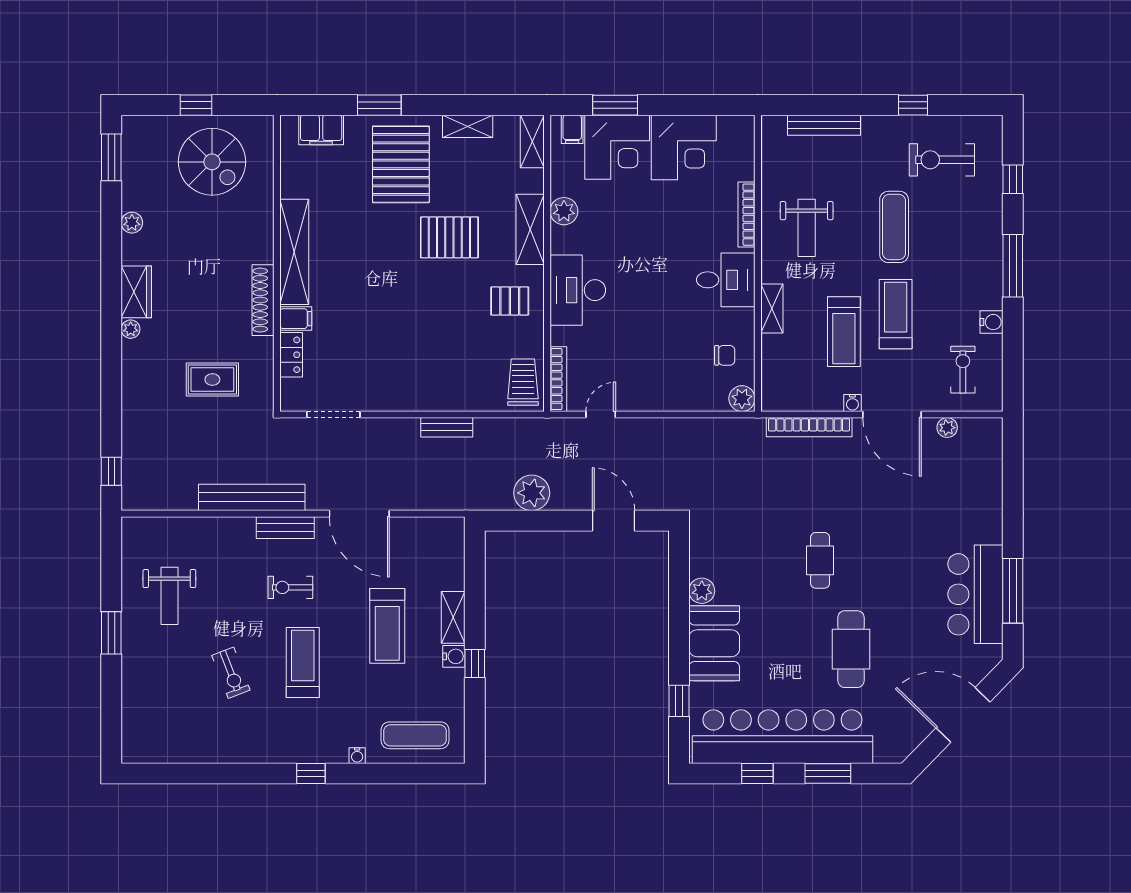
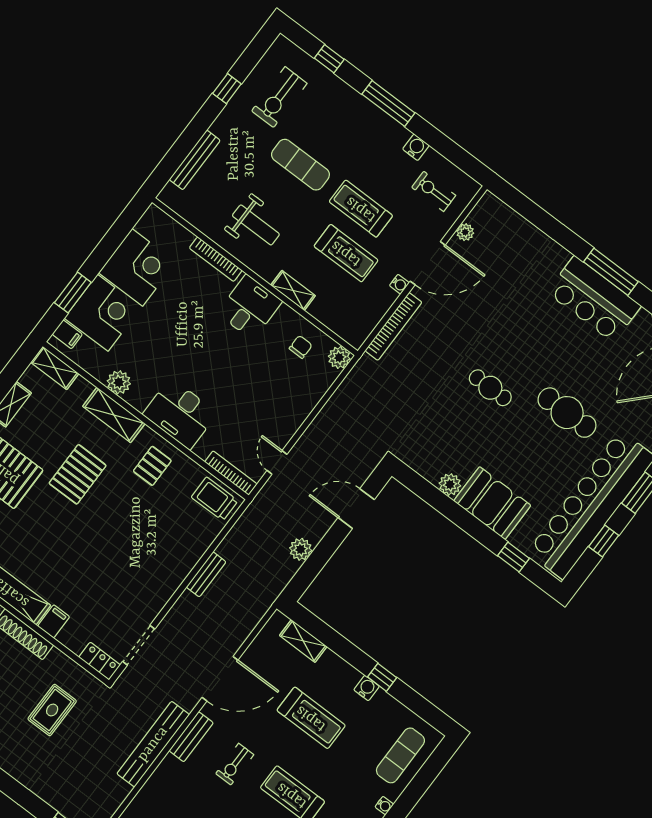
locker: (291, 355) -> (100, 661), moved
plant: (532, 493) -> (301, 549), width x0.73, depth x0.73
shelving: (453, 617) -> (303, 641), moved

